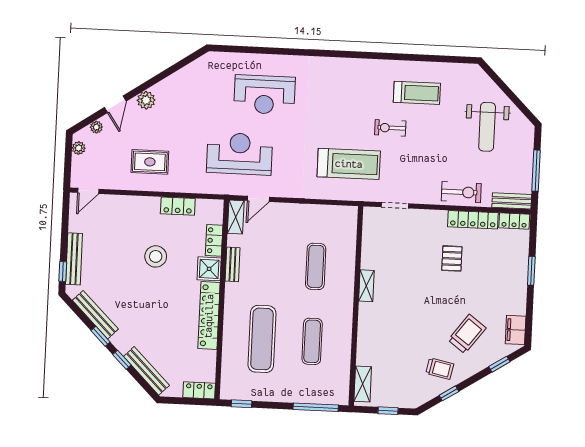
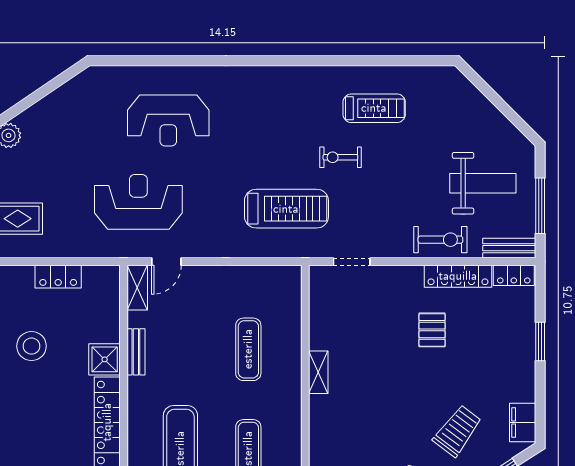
weight bench: (487, 127) -> (483, 183), moved, turned -90
locker: (214, 240) -> (109, 321), removed

